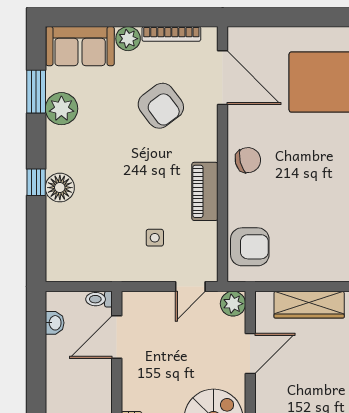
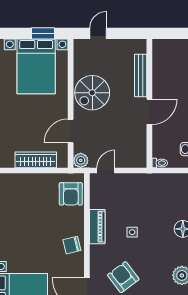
side table: (155, 238) -> (132, 232), moved
armchair: (250, 247) -> (71, 194), turned -90
door: (117, 337) -> (149, 112), moved

